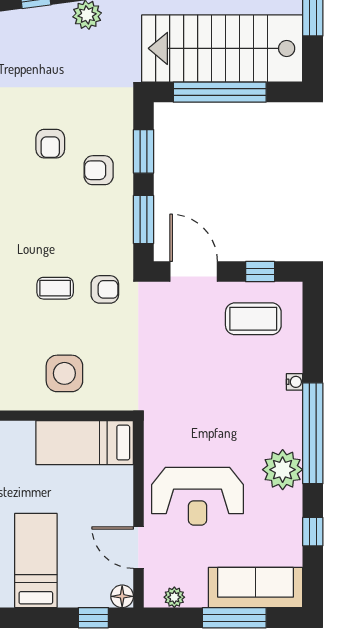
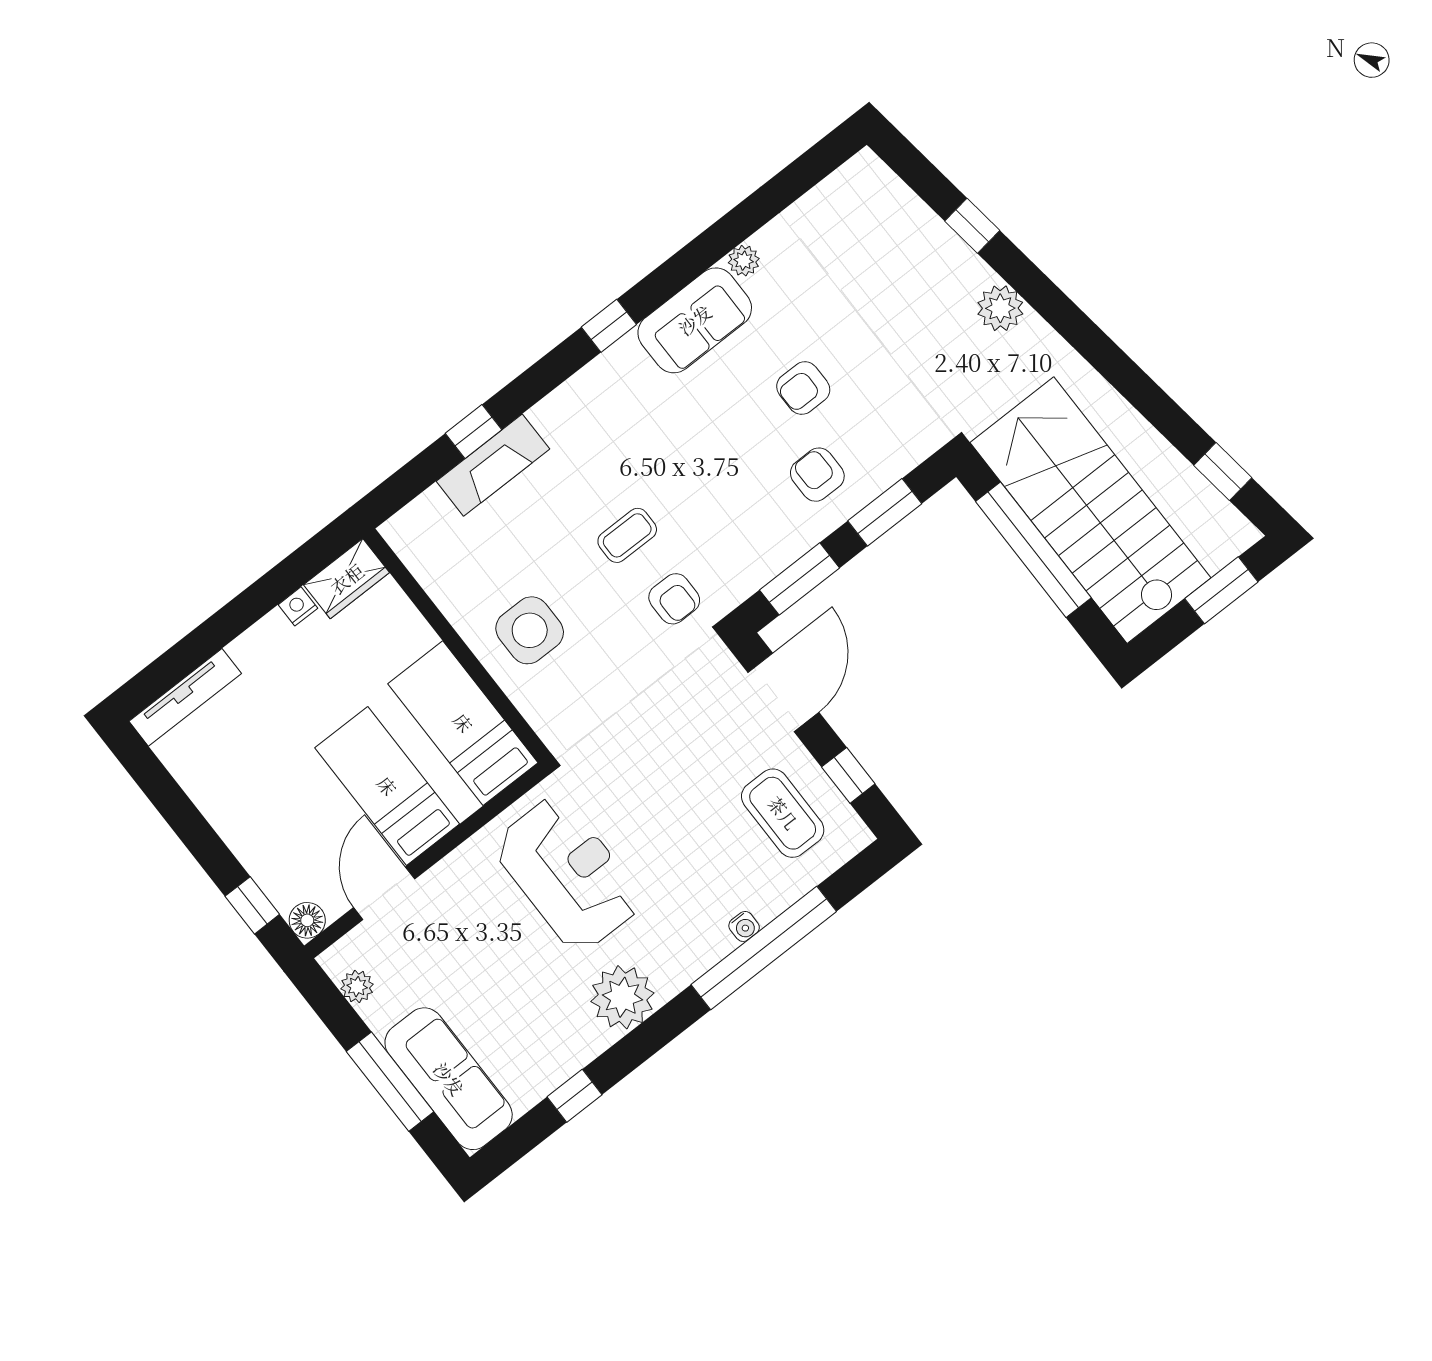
coffee table: (55, 288) -> (627, 535), turned 90
window: (313, 433) -> (764, 948), moved
reception desk: (197, 496) -> (568, 874), moved, turned 180
bed: (36, 561) -> (387, 786), moved, turned -90

